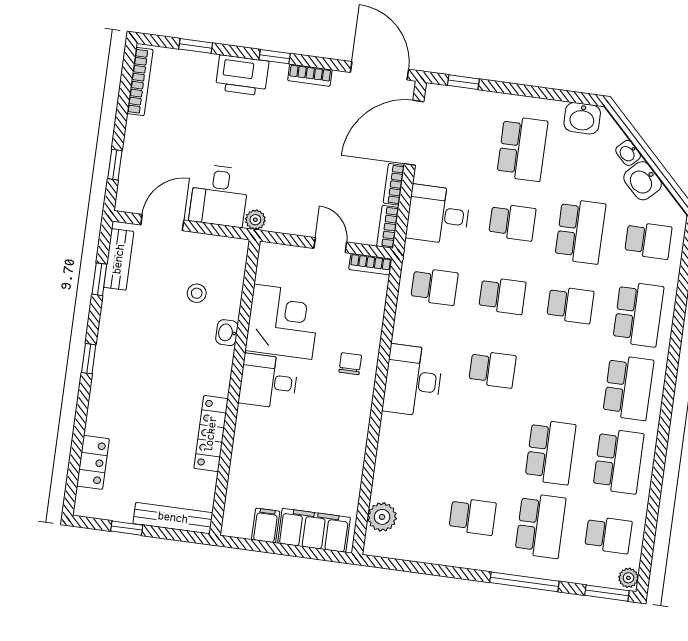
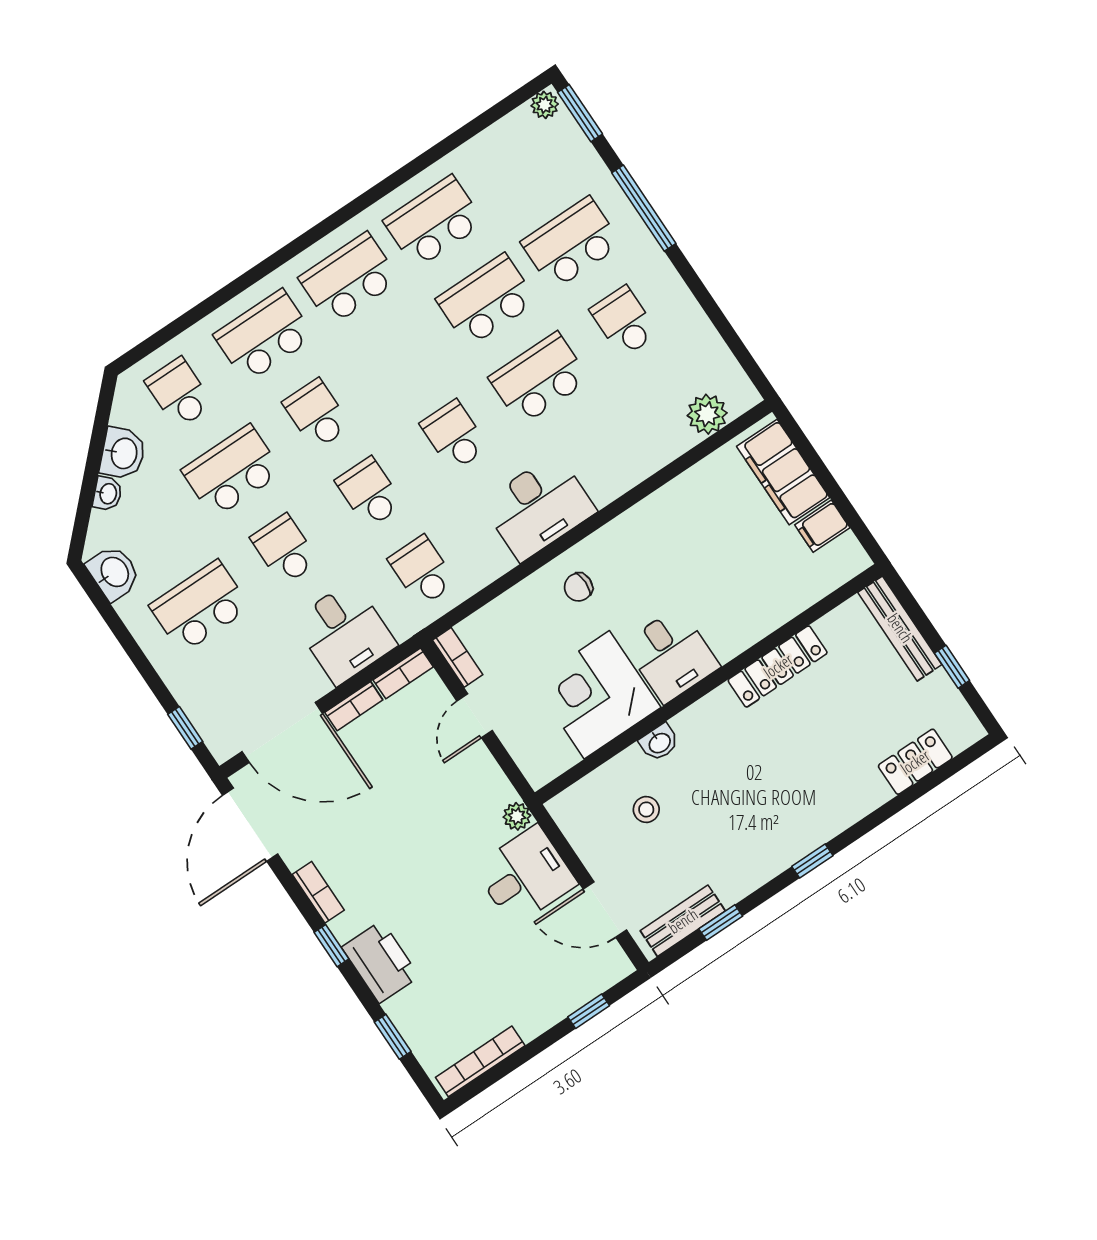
school desk: (608, 535) -> (539, 379), moved, width x1.85

